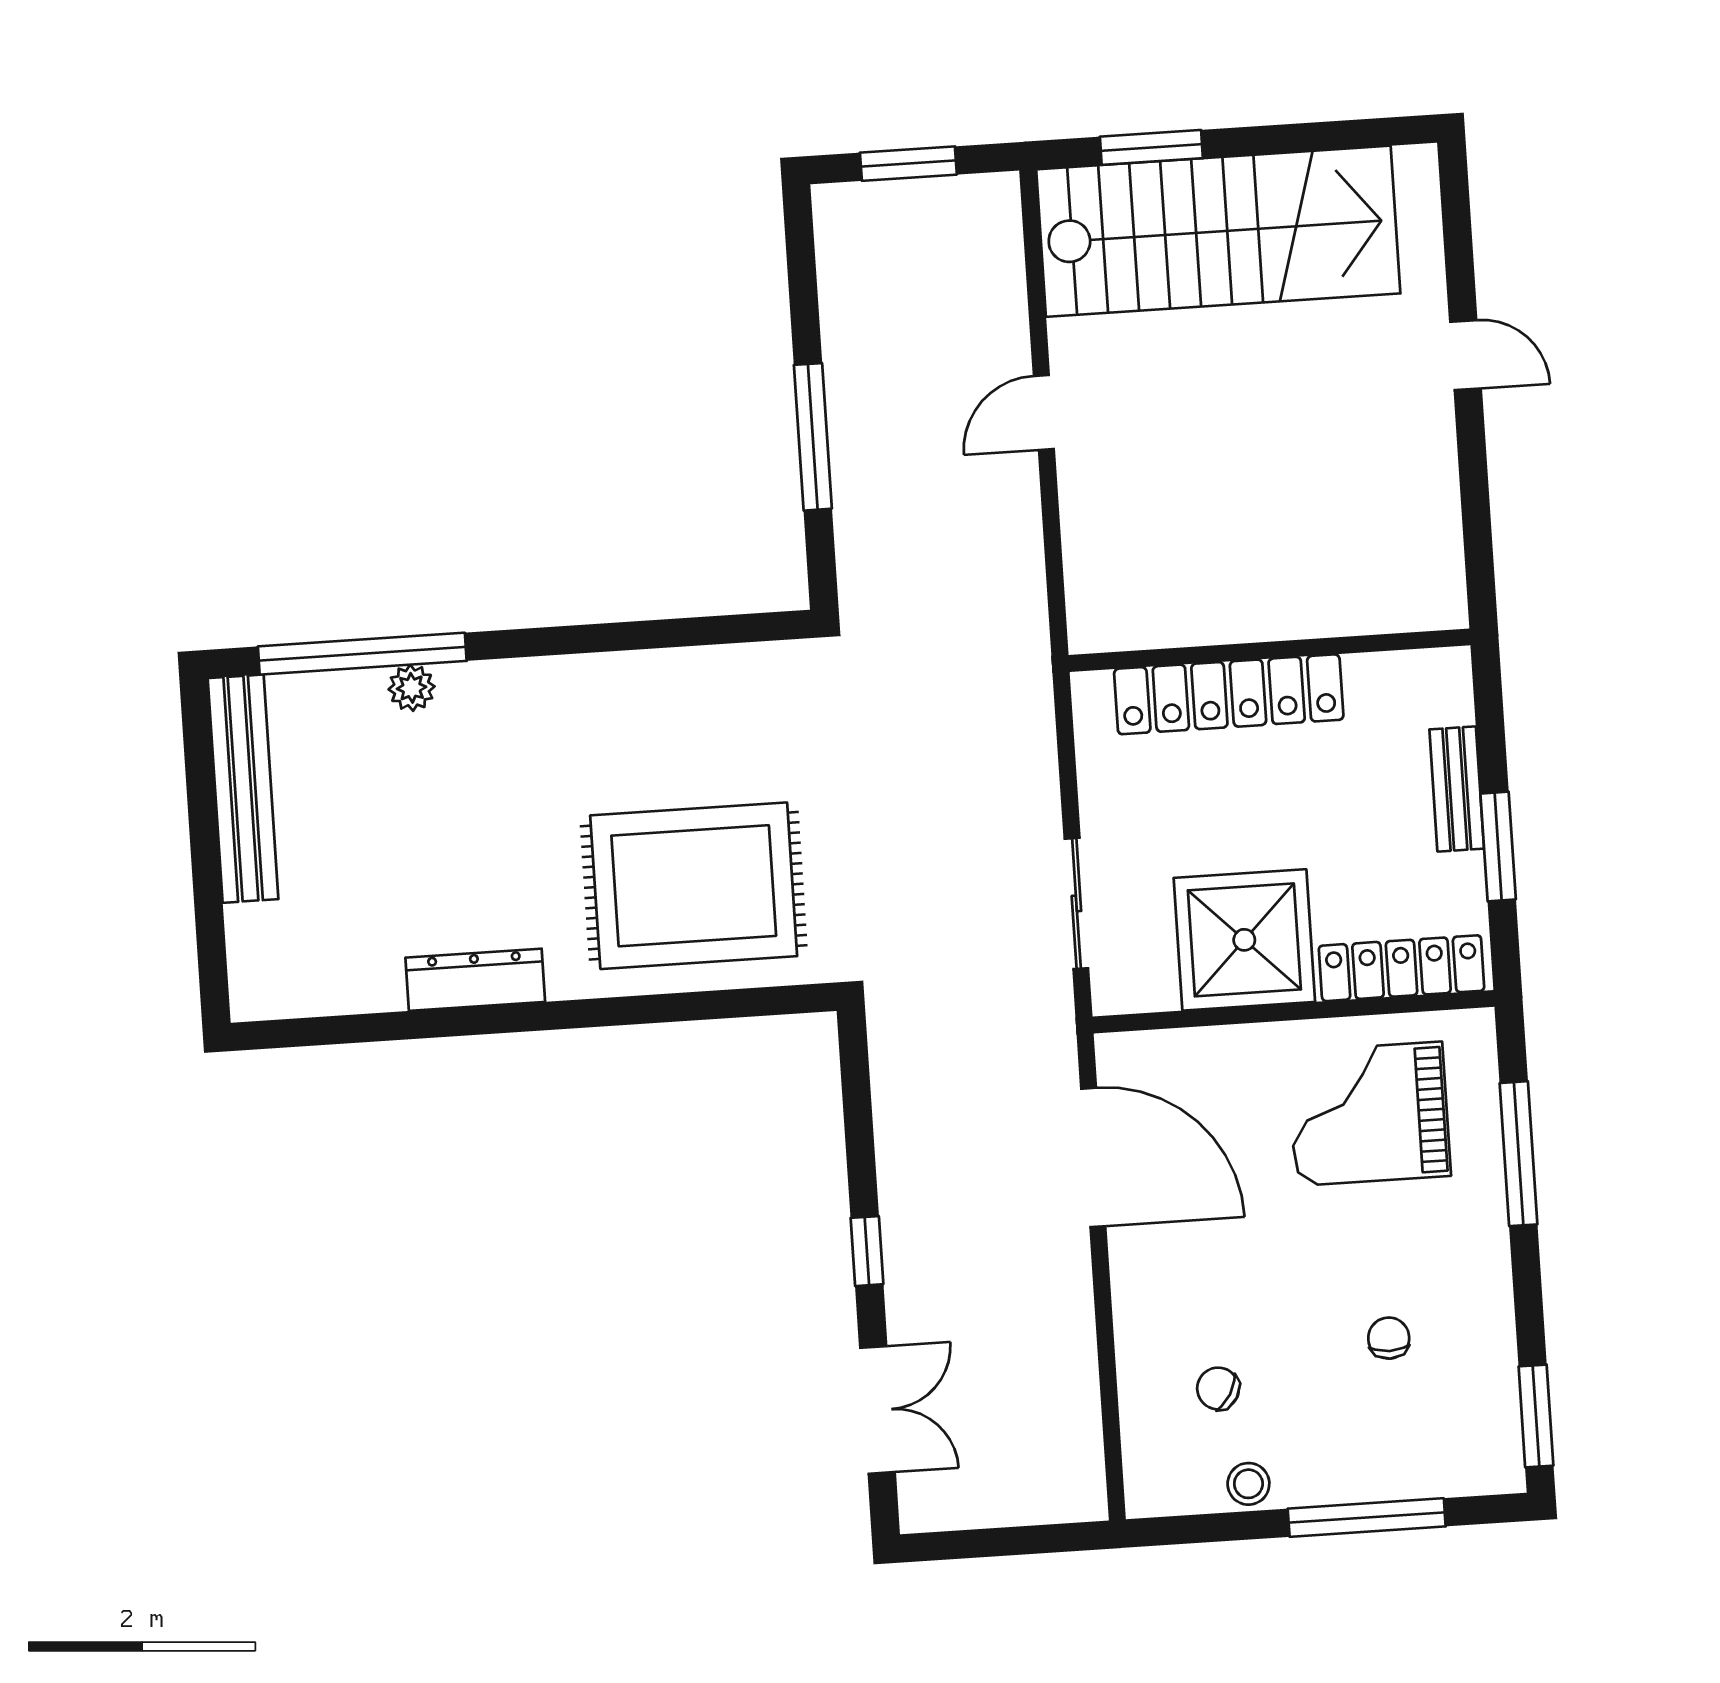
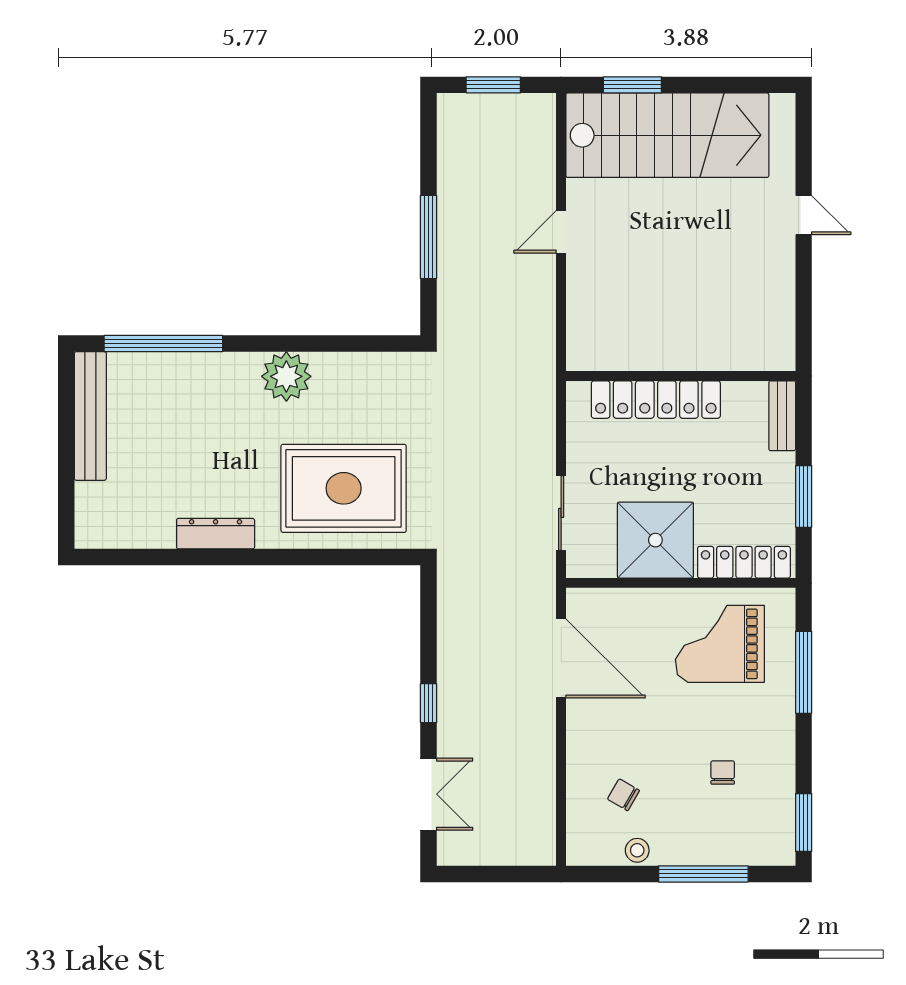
plant: (412, 688) -> (286, 376), moved, width x1.88, depth x1.88
bench: (1457, 789) -> (782, 416), moved

